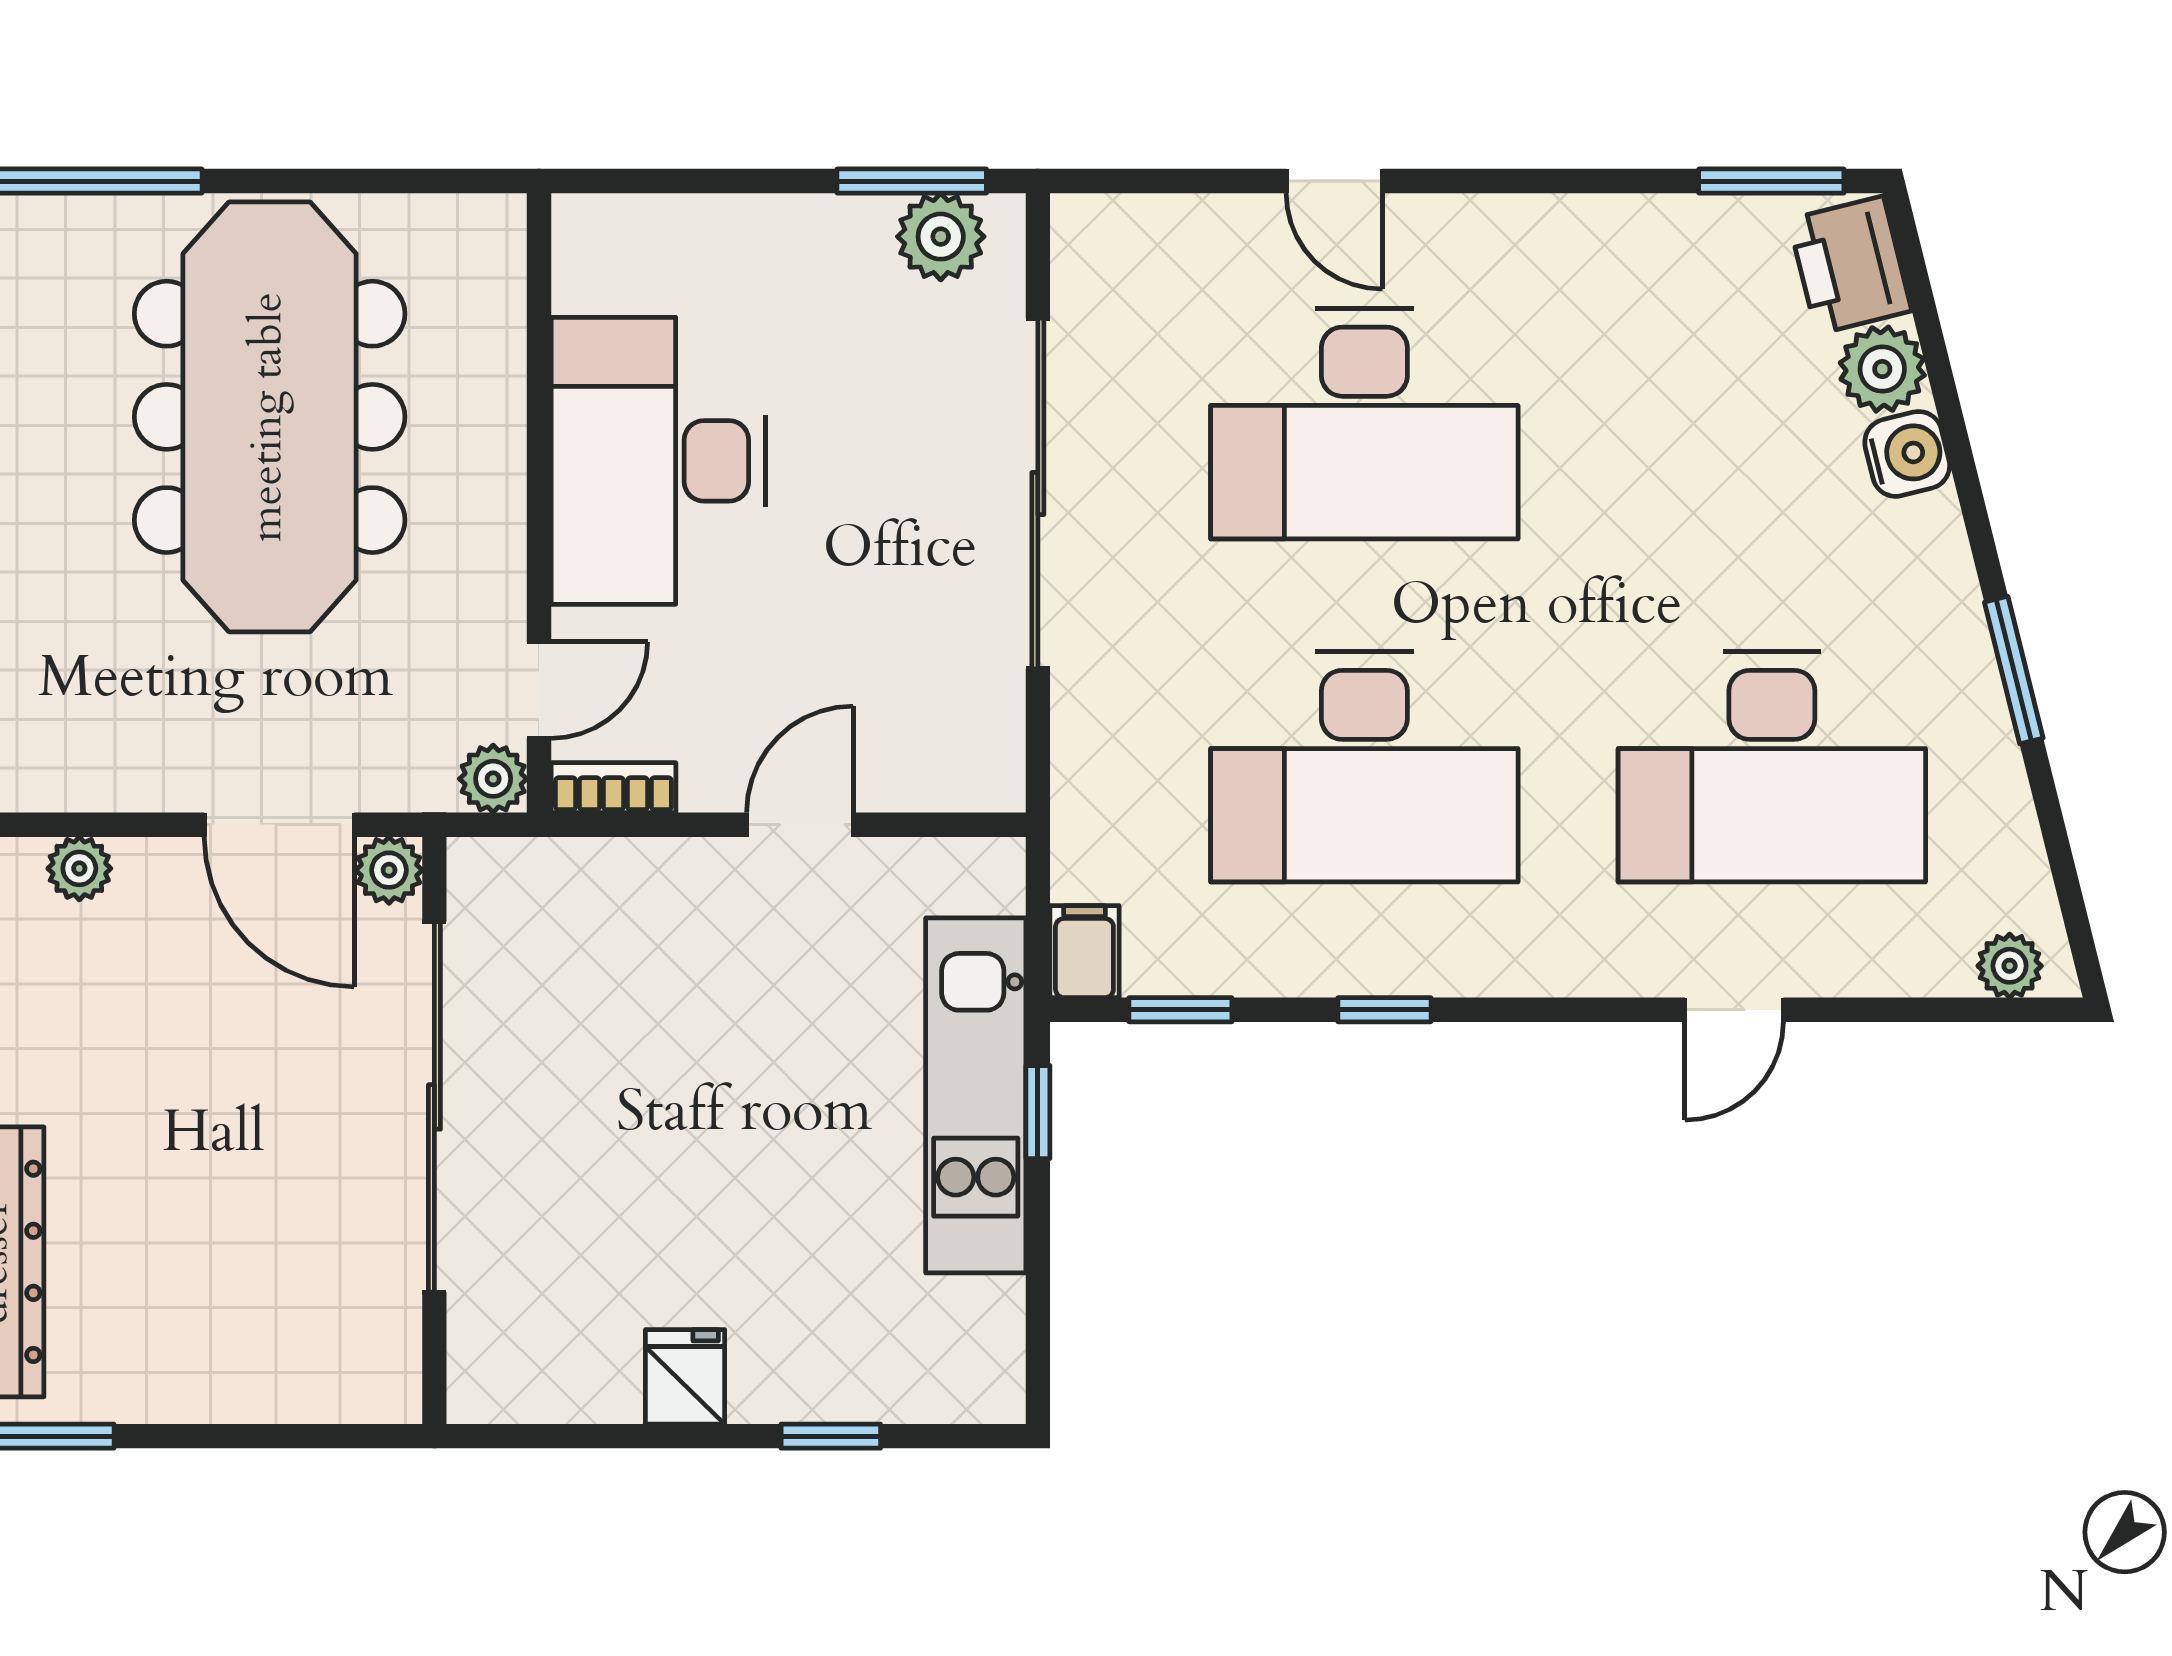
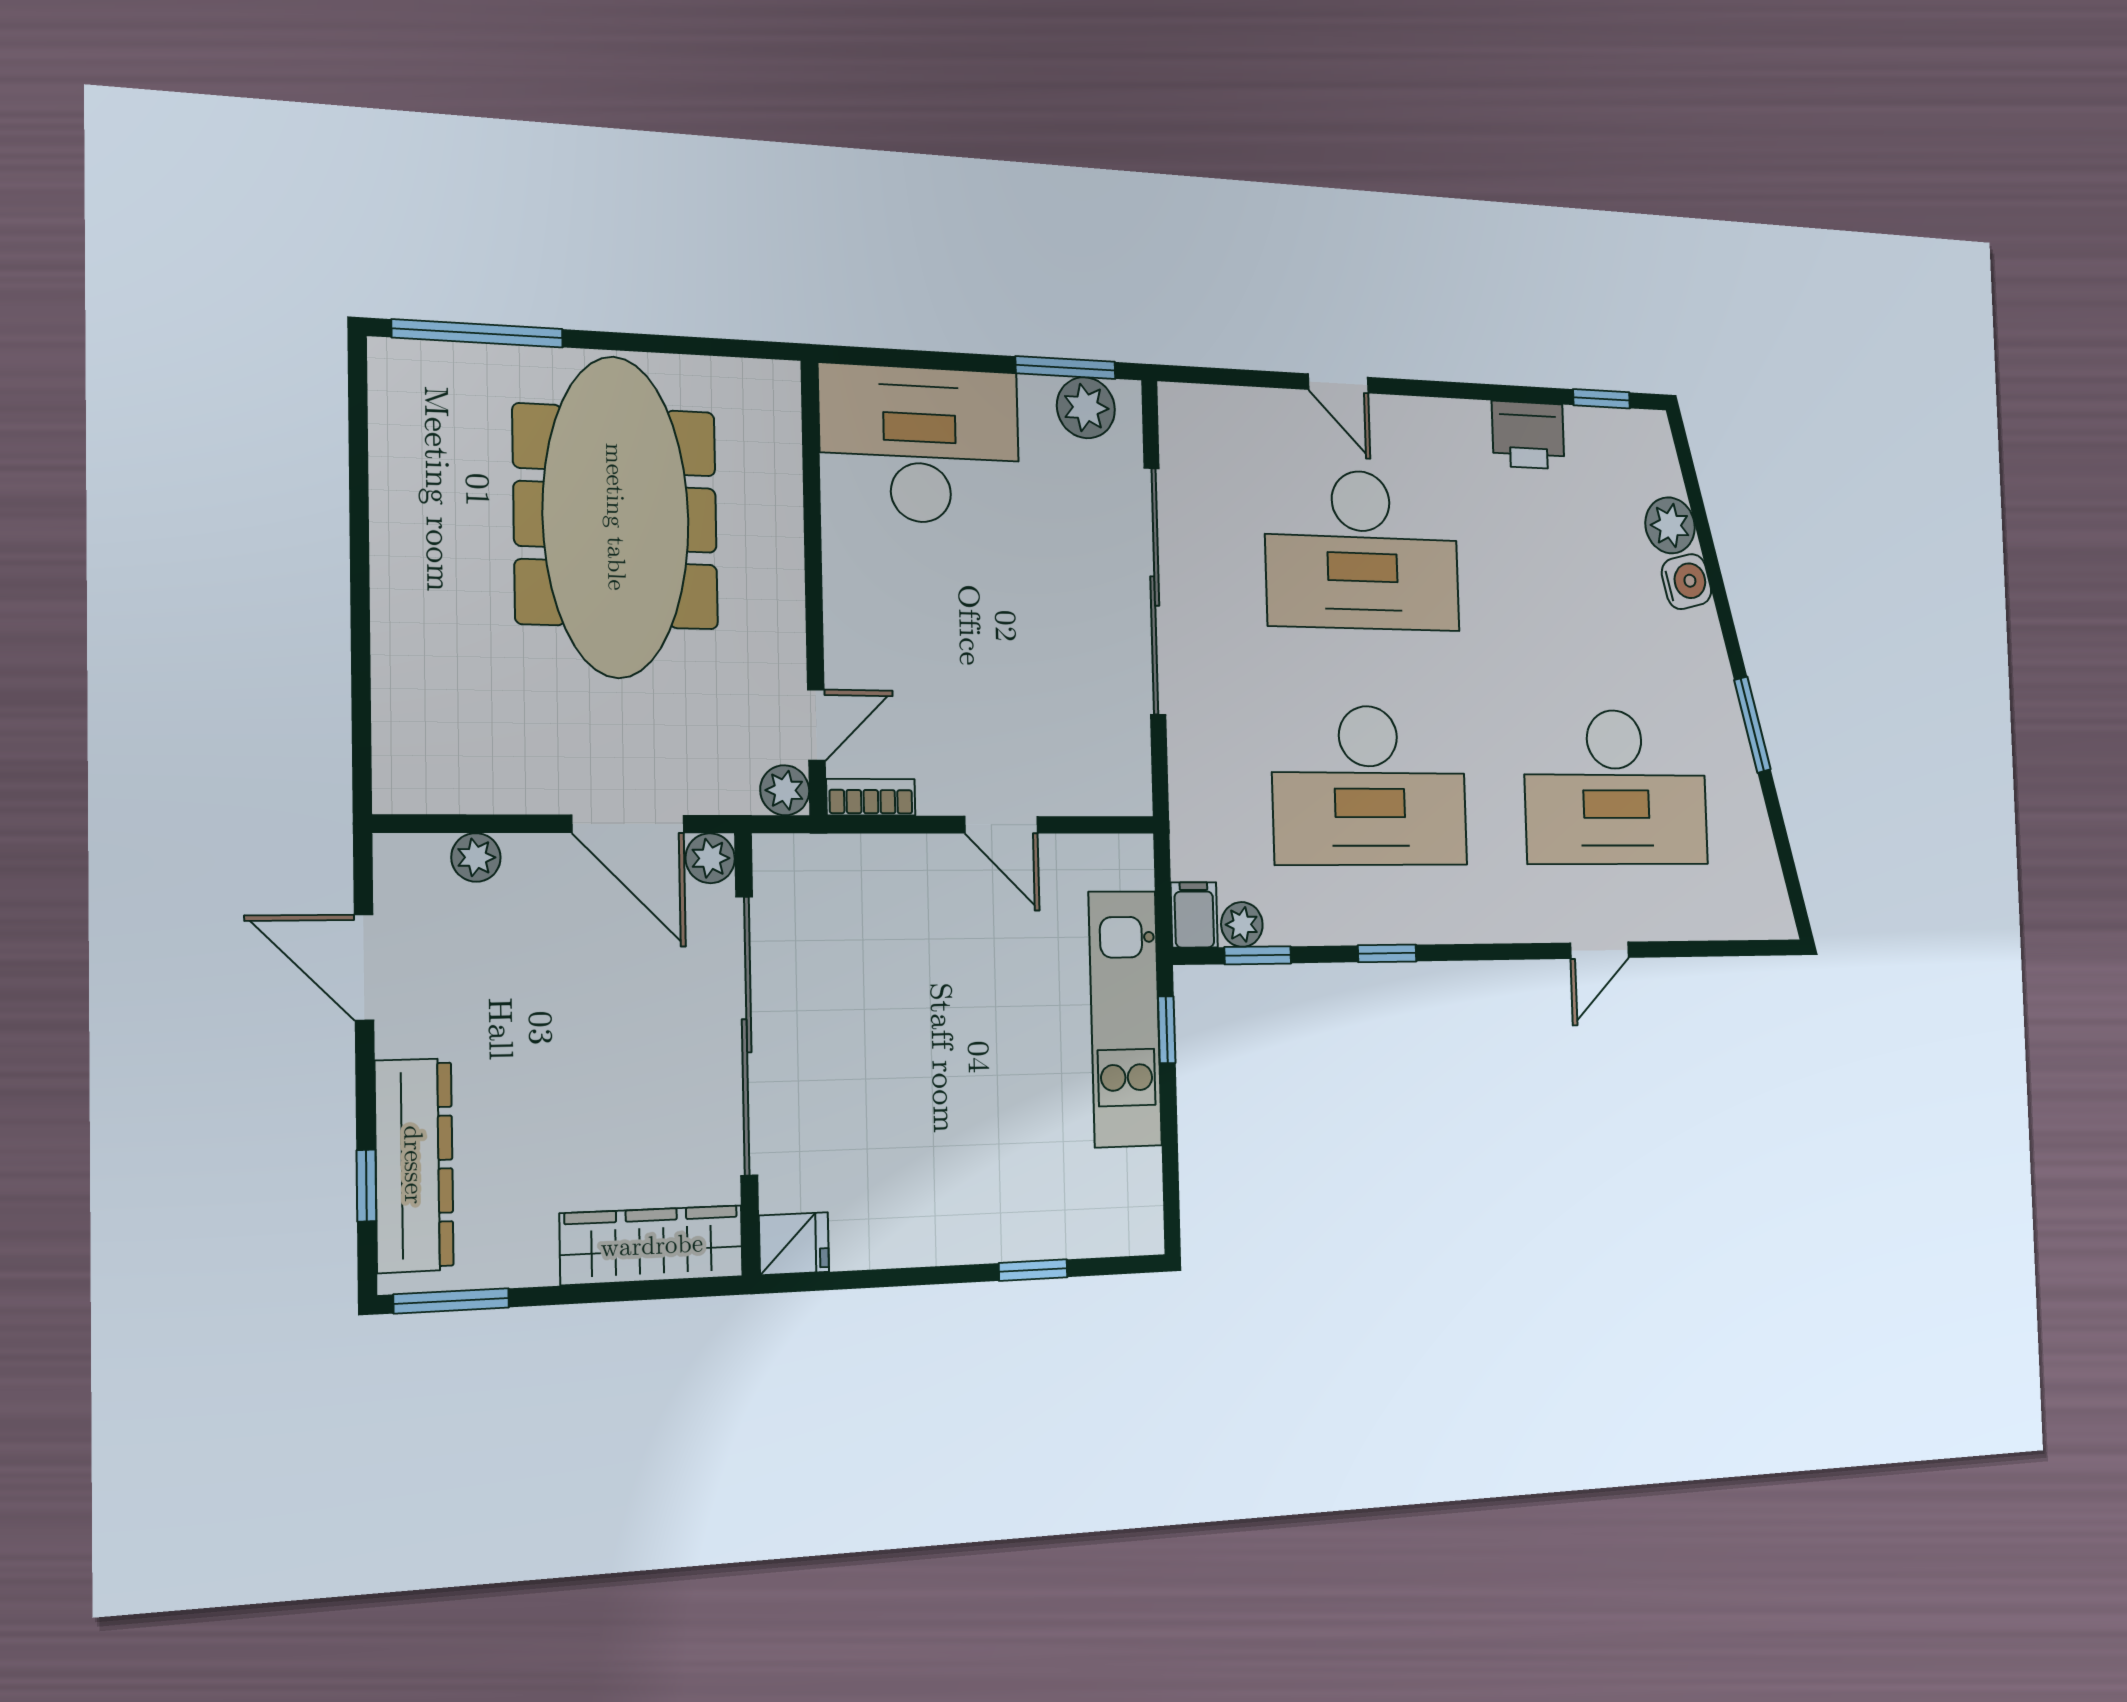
window: (1771, 181) -> (1601, 399), width x0.67
printer: (1850, 265) -> (1528, 435), moved, turned -76
desk: (658, 461) -> (920, 445), moved, turned 90
door: (800, 825) -> (1001, 825), swing flipped
plant: (2010, 966) -> (1242, 924), moved
wardrobe: (302, 1377) -> (652, 1245), added
fridge: (685, 1377) -> (794, 1244), moved, turned 90

